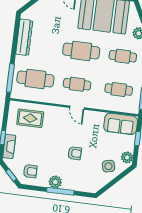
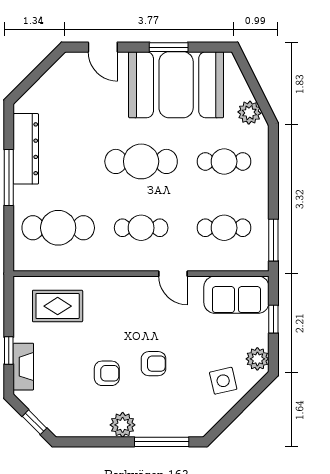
window: (10, 78) -> (9, 177), moved
door: (77, 108) -> (173, 274), moved
armchair: (30, 171) -> (107, 373), moved
window: (60, 191) -> (162, 442), moved

